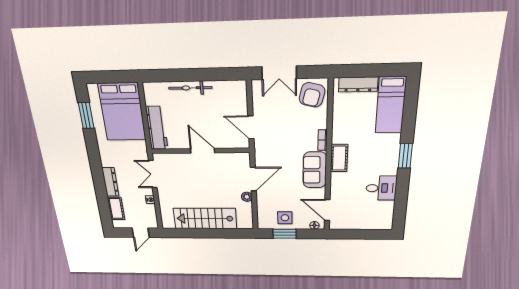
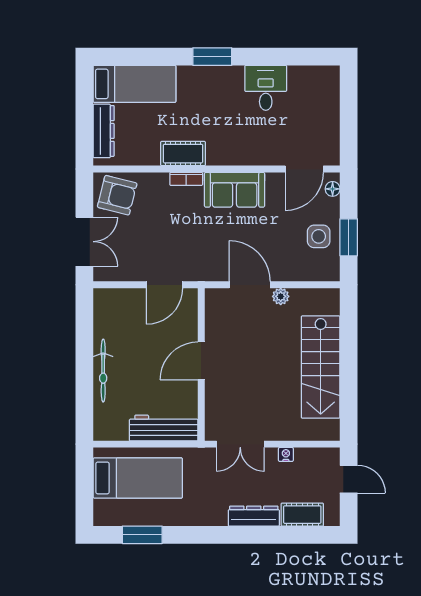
bed: (122, 112) -> (138, 478), width x0.67
cot: (339, 158) -> (183, 154), moved

